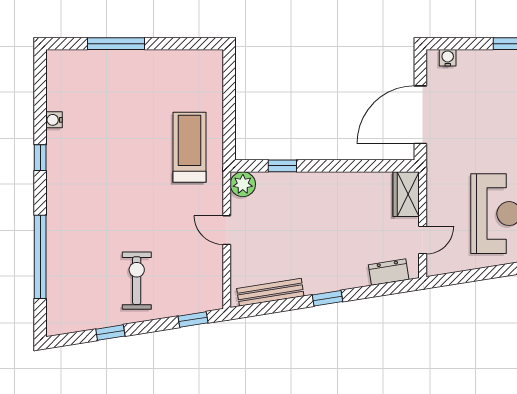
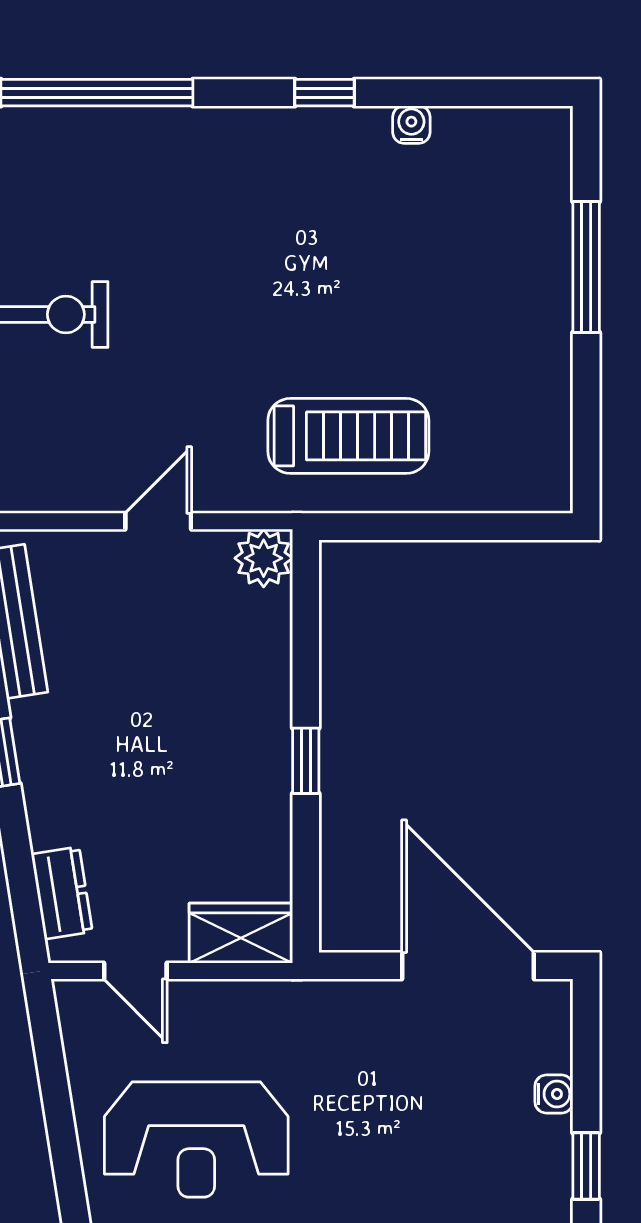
water cooler: (448, 58) -> (554, 1094), moved
door: (420, 115) -> (468, 966), moved
window: (282, 166) -> (306, 761), moved

